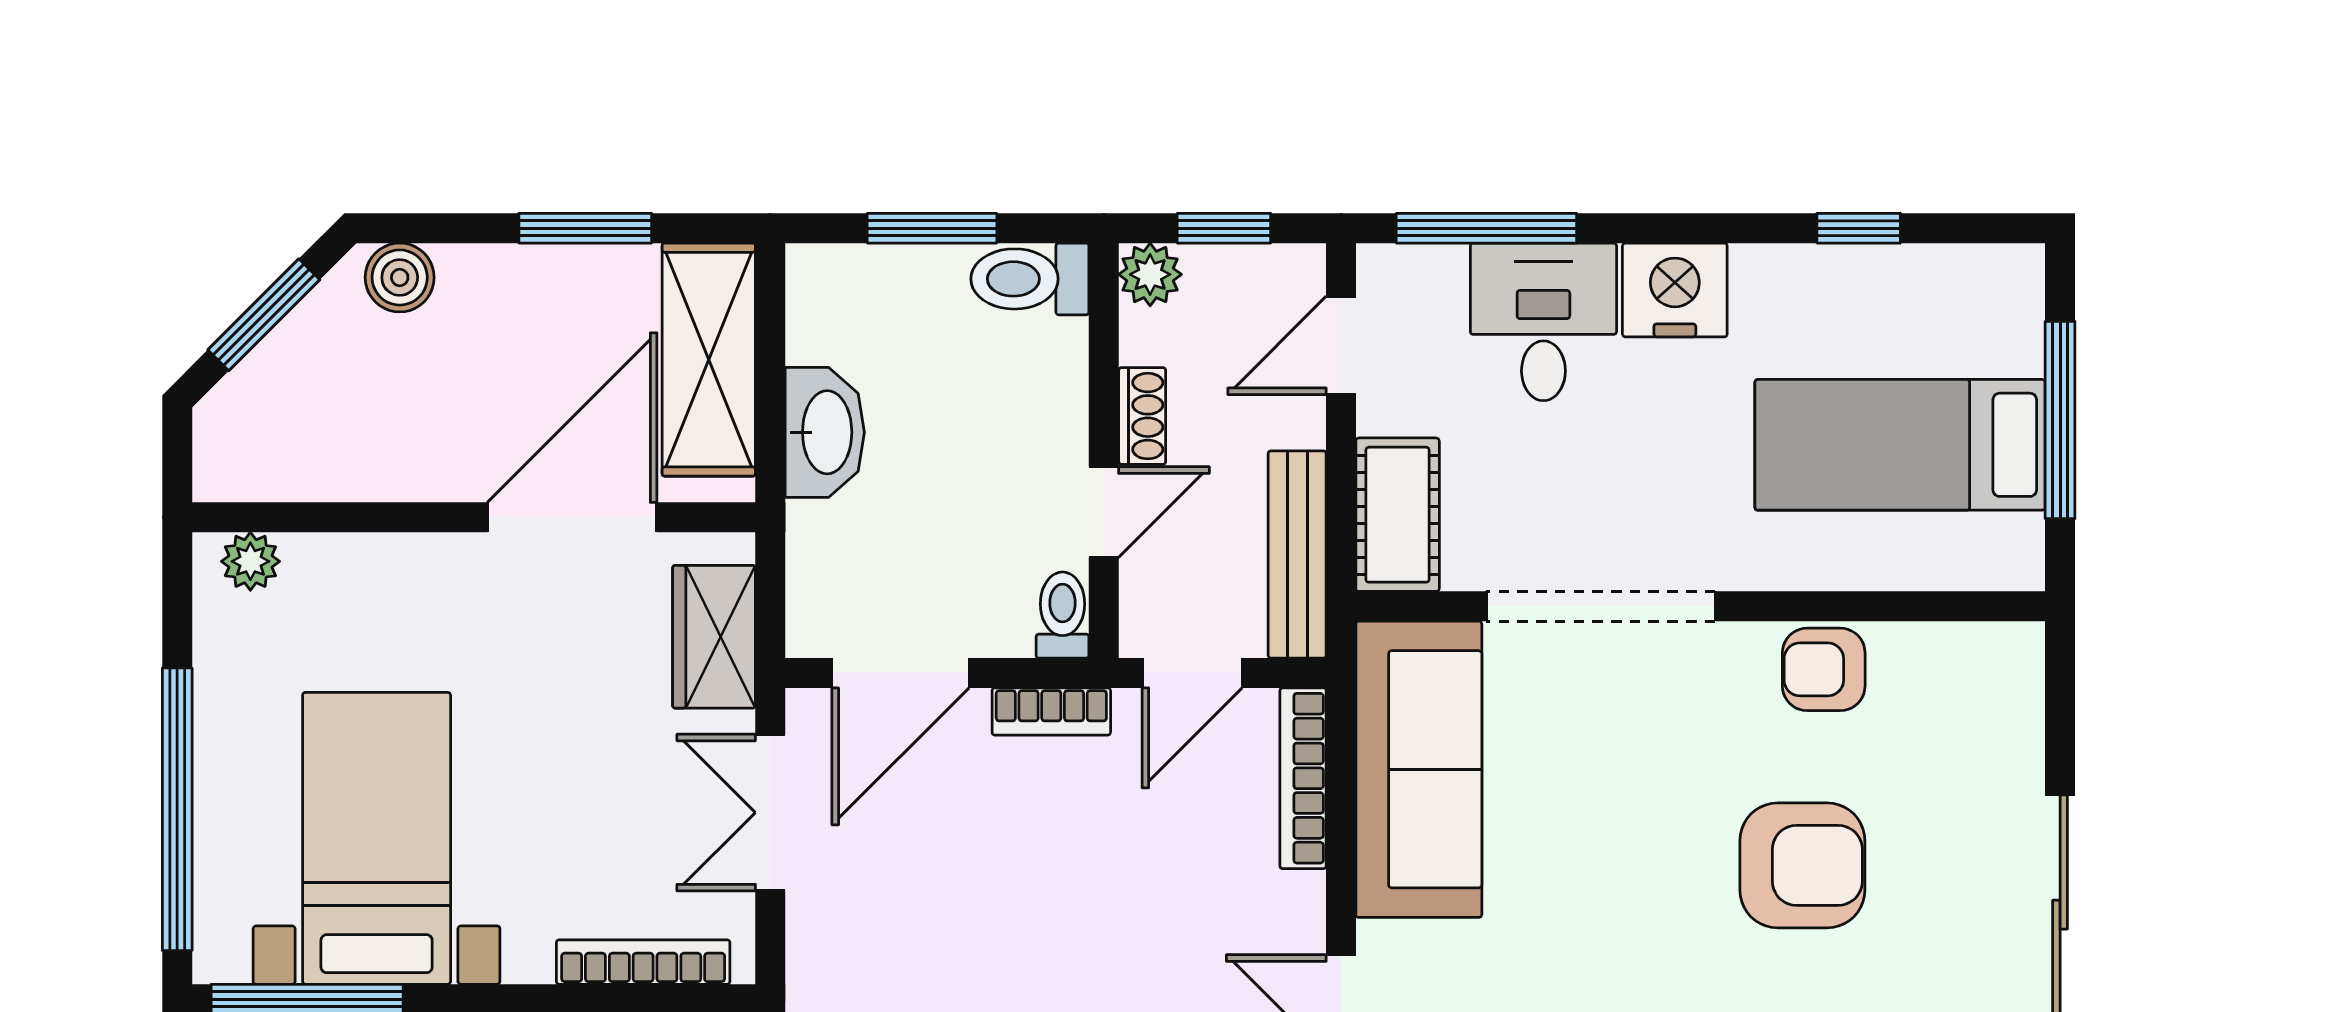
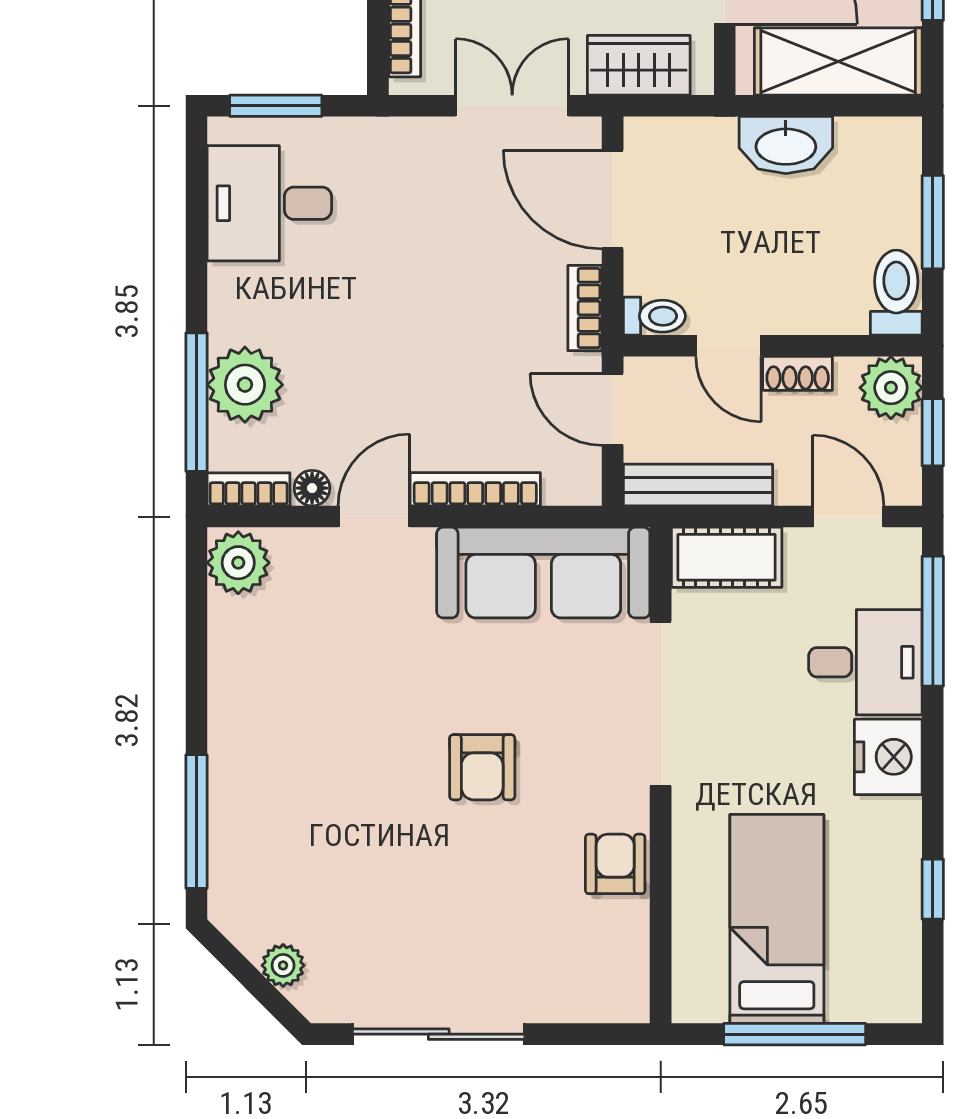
plant: (1150, 274) -> (891, 388), width x1.38, depth x1.38
bookcase: (1303, 778) -> (475, 489), moved
armchair: (1802, 865) -> (482, 767), moved, width x0.72, depth x0.72

